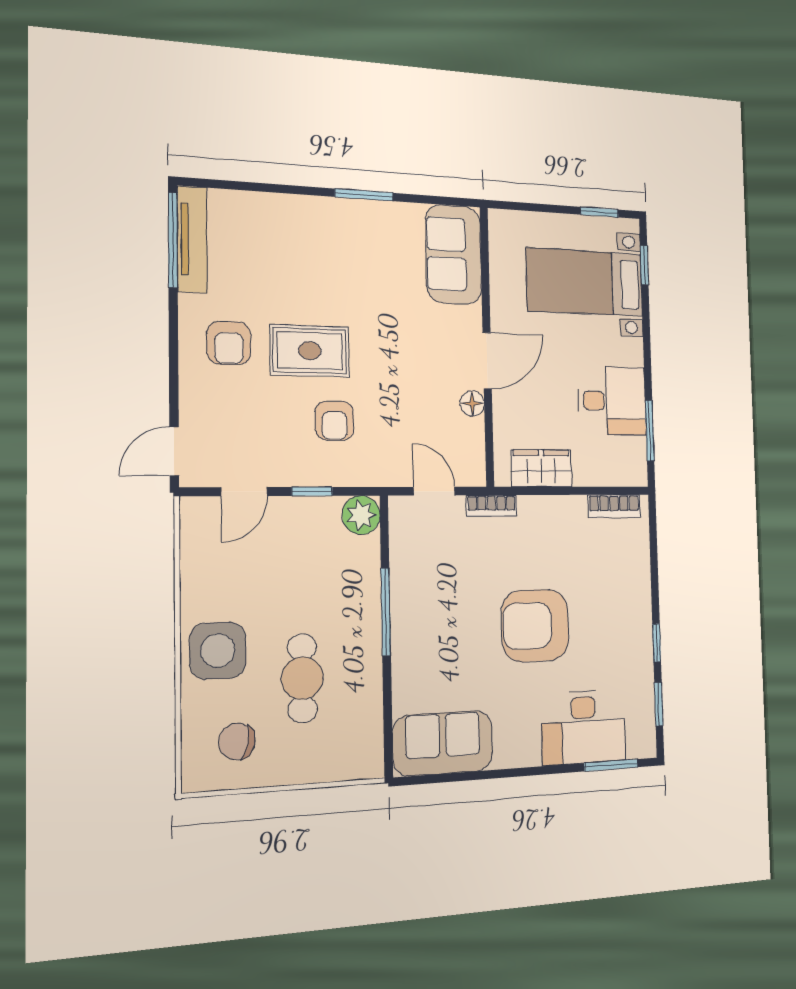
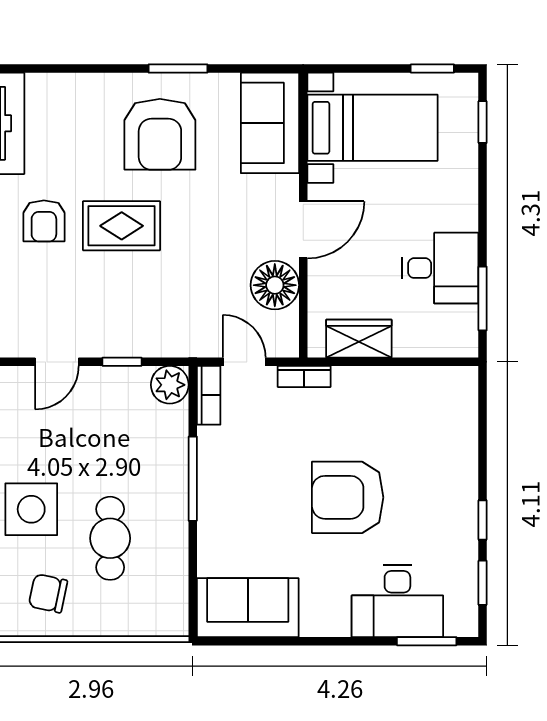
bed with nightstands: (585, 282) -> (373, 128), moved, turned 180
floor lamp: (472, 403) -> (275, 285), width x1.89, depth x1.89
armchair: (334, 421) -> (160, 134), moved, width x1.88, depth x1.88
bookcase: (614, 506) -> (209, 395), moved, turned -90

